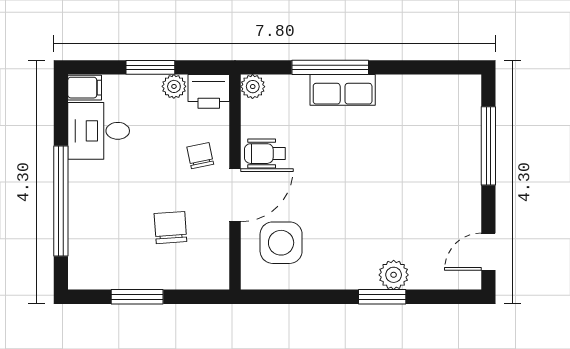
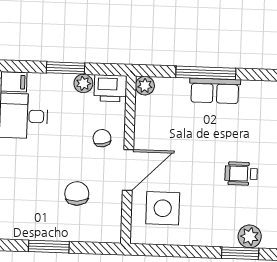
wheelchair: (265, 154) -> (241, 174), moved

